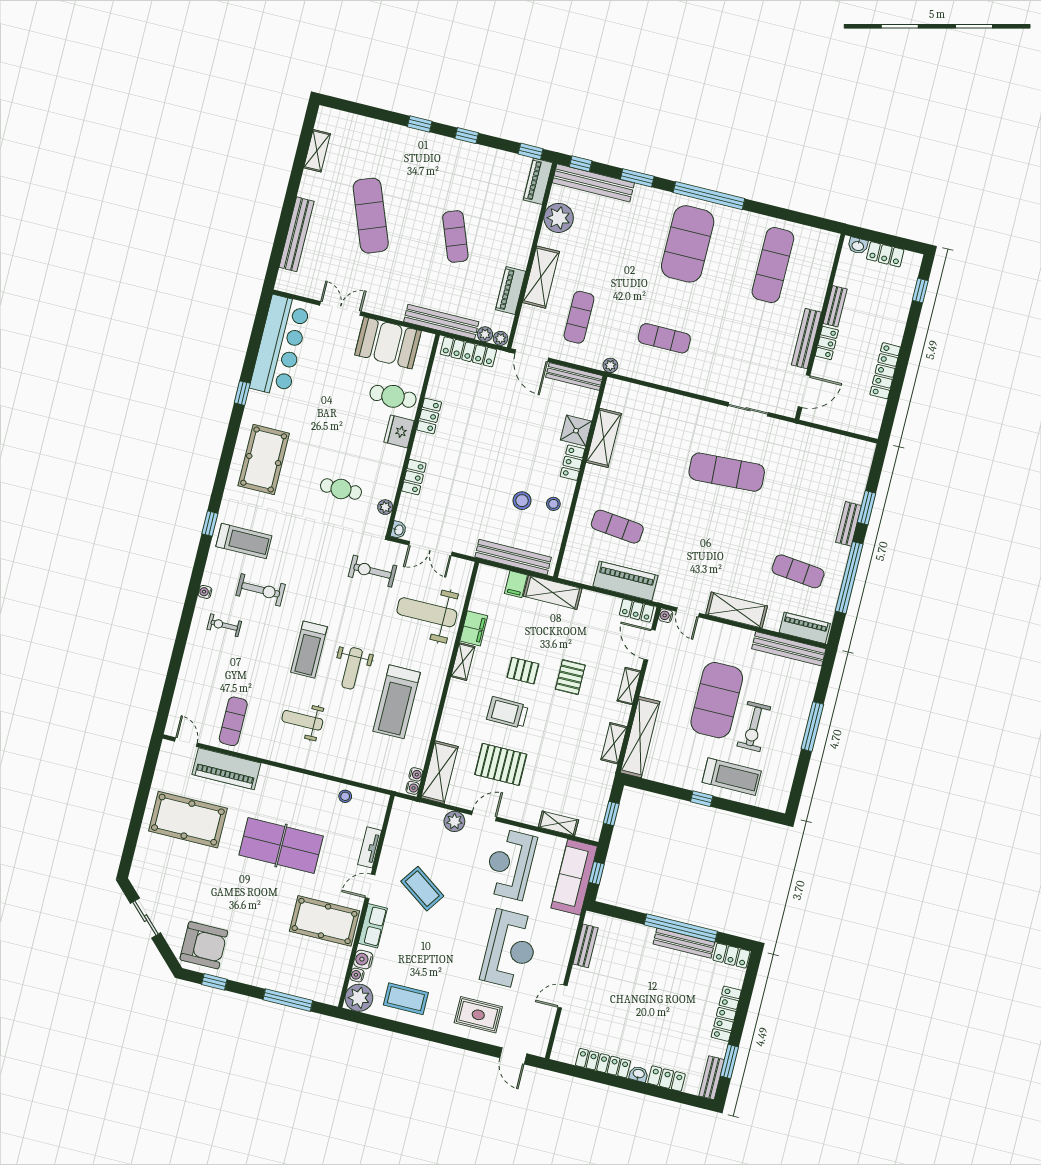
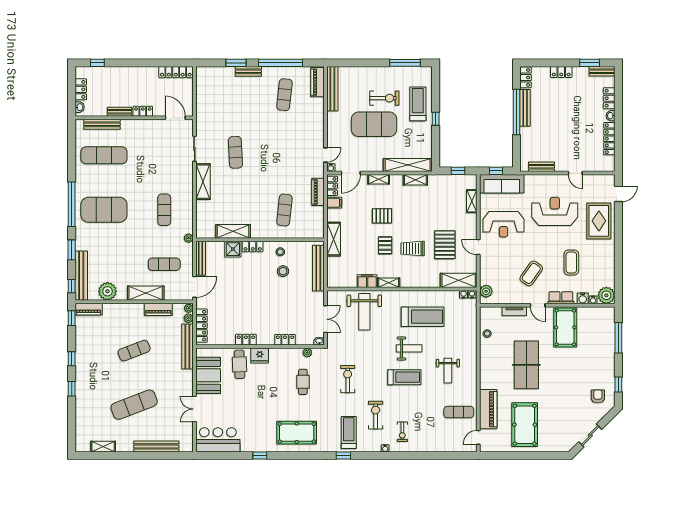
bench: (806, 339) -> (102, 124), moved
bar counter: (280, 346) -> (218, 440), width x0.73
locker: (885, 371) -> (176, 72), moved
exercise mat: (727, 472) -> (235, 152), width x0.73, depth x0.69
exercise bike: (372, 571) -> (348, 379), moved, turned 180
piano: (625, 581) -> (318, 192), width x0.73, depth x0.75
filing cabinet: (516, 584) -> (334, 203), moved
shelving: (737, 610) -> (203, 182), moved
trolley: (507, 712) -> (413, 248), turned 89
window: (812, 727) -> (405, 63), moved
plant: (454, 821) -> (486, 291), moved
armchair: (204, 945) -> (598, 396), width x0.53, depth x0.53
coffee table: (406, 999) -> (571, 263), moved
locker: (726, 1014) -> (561, 72), width x0.66
rug: (478, 1015) -> (599, 221), width x1.36, depth x1.43

